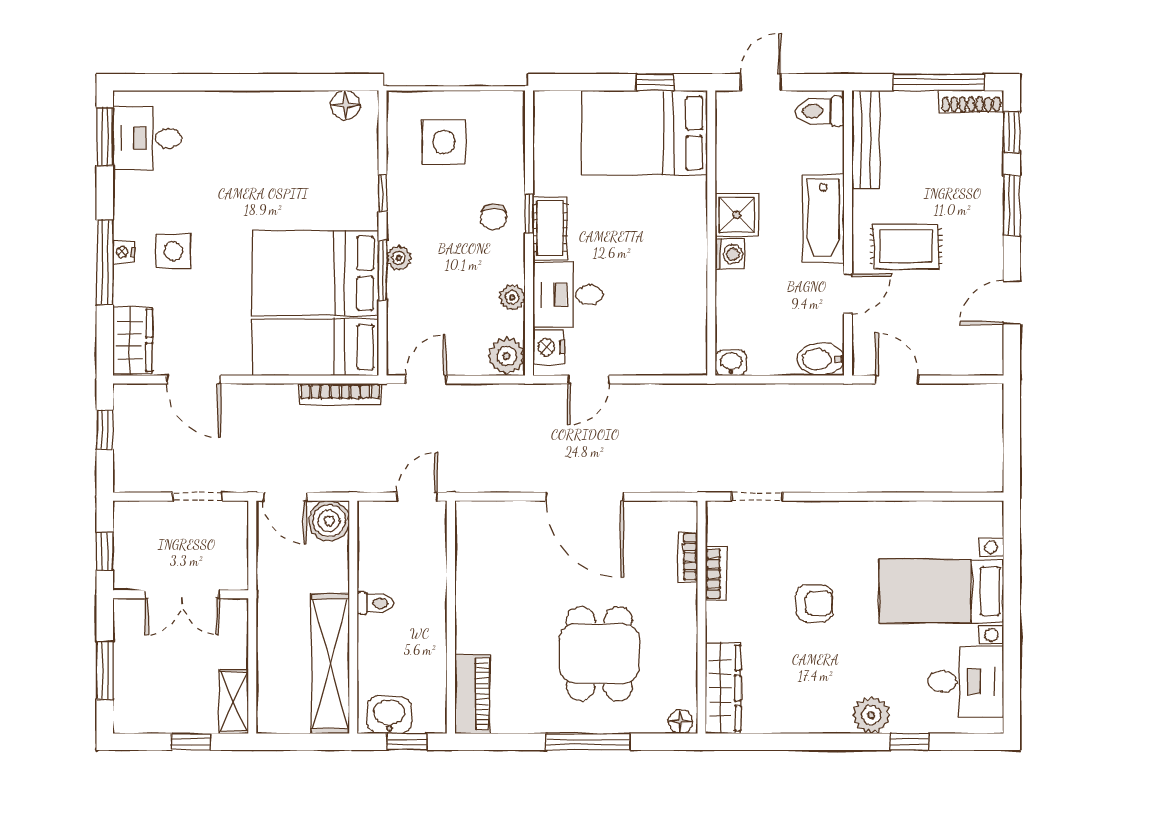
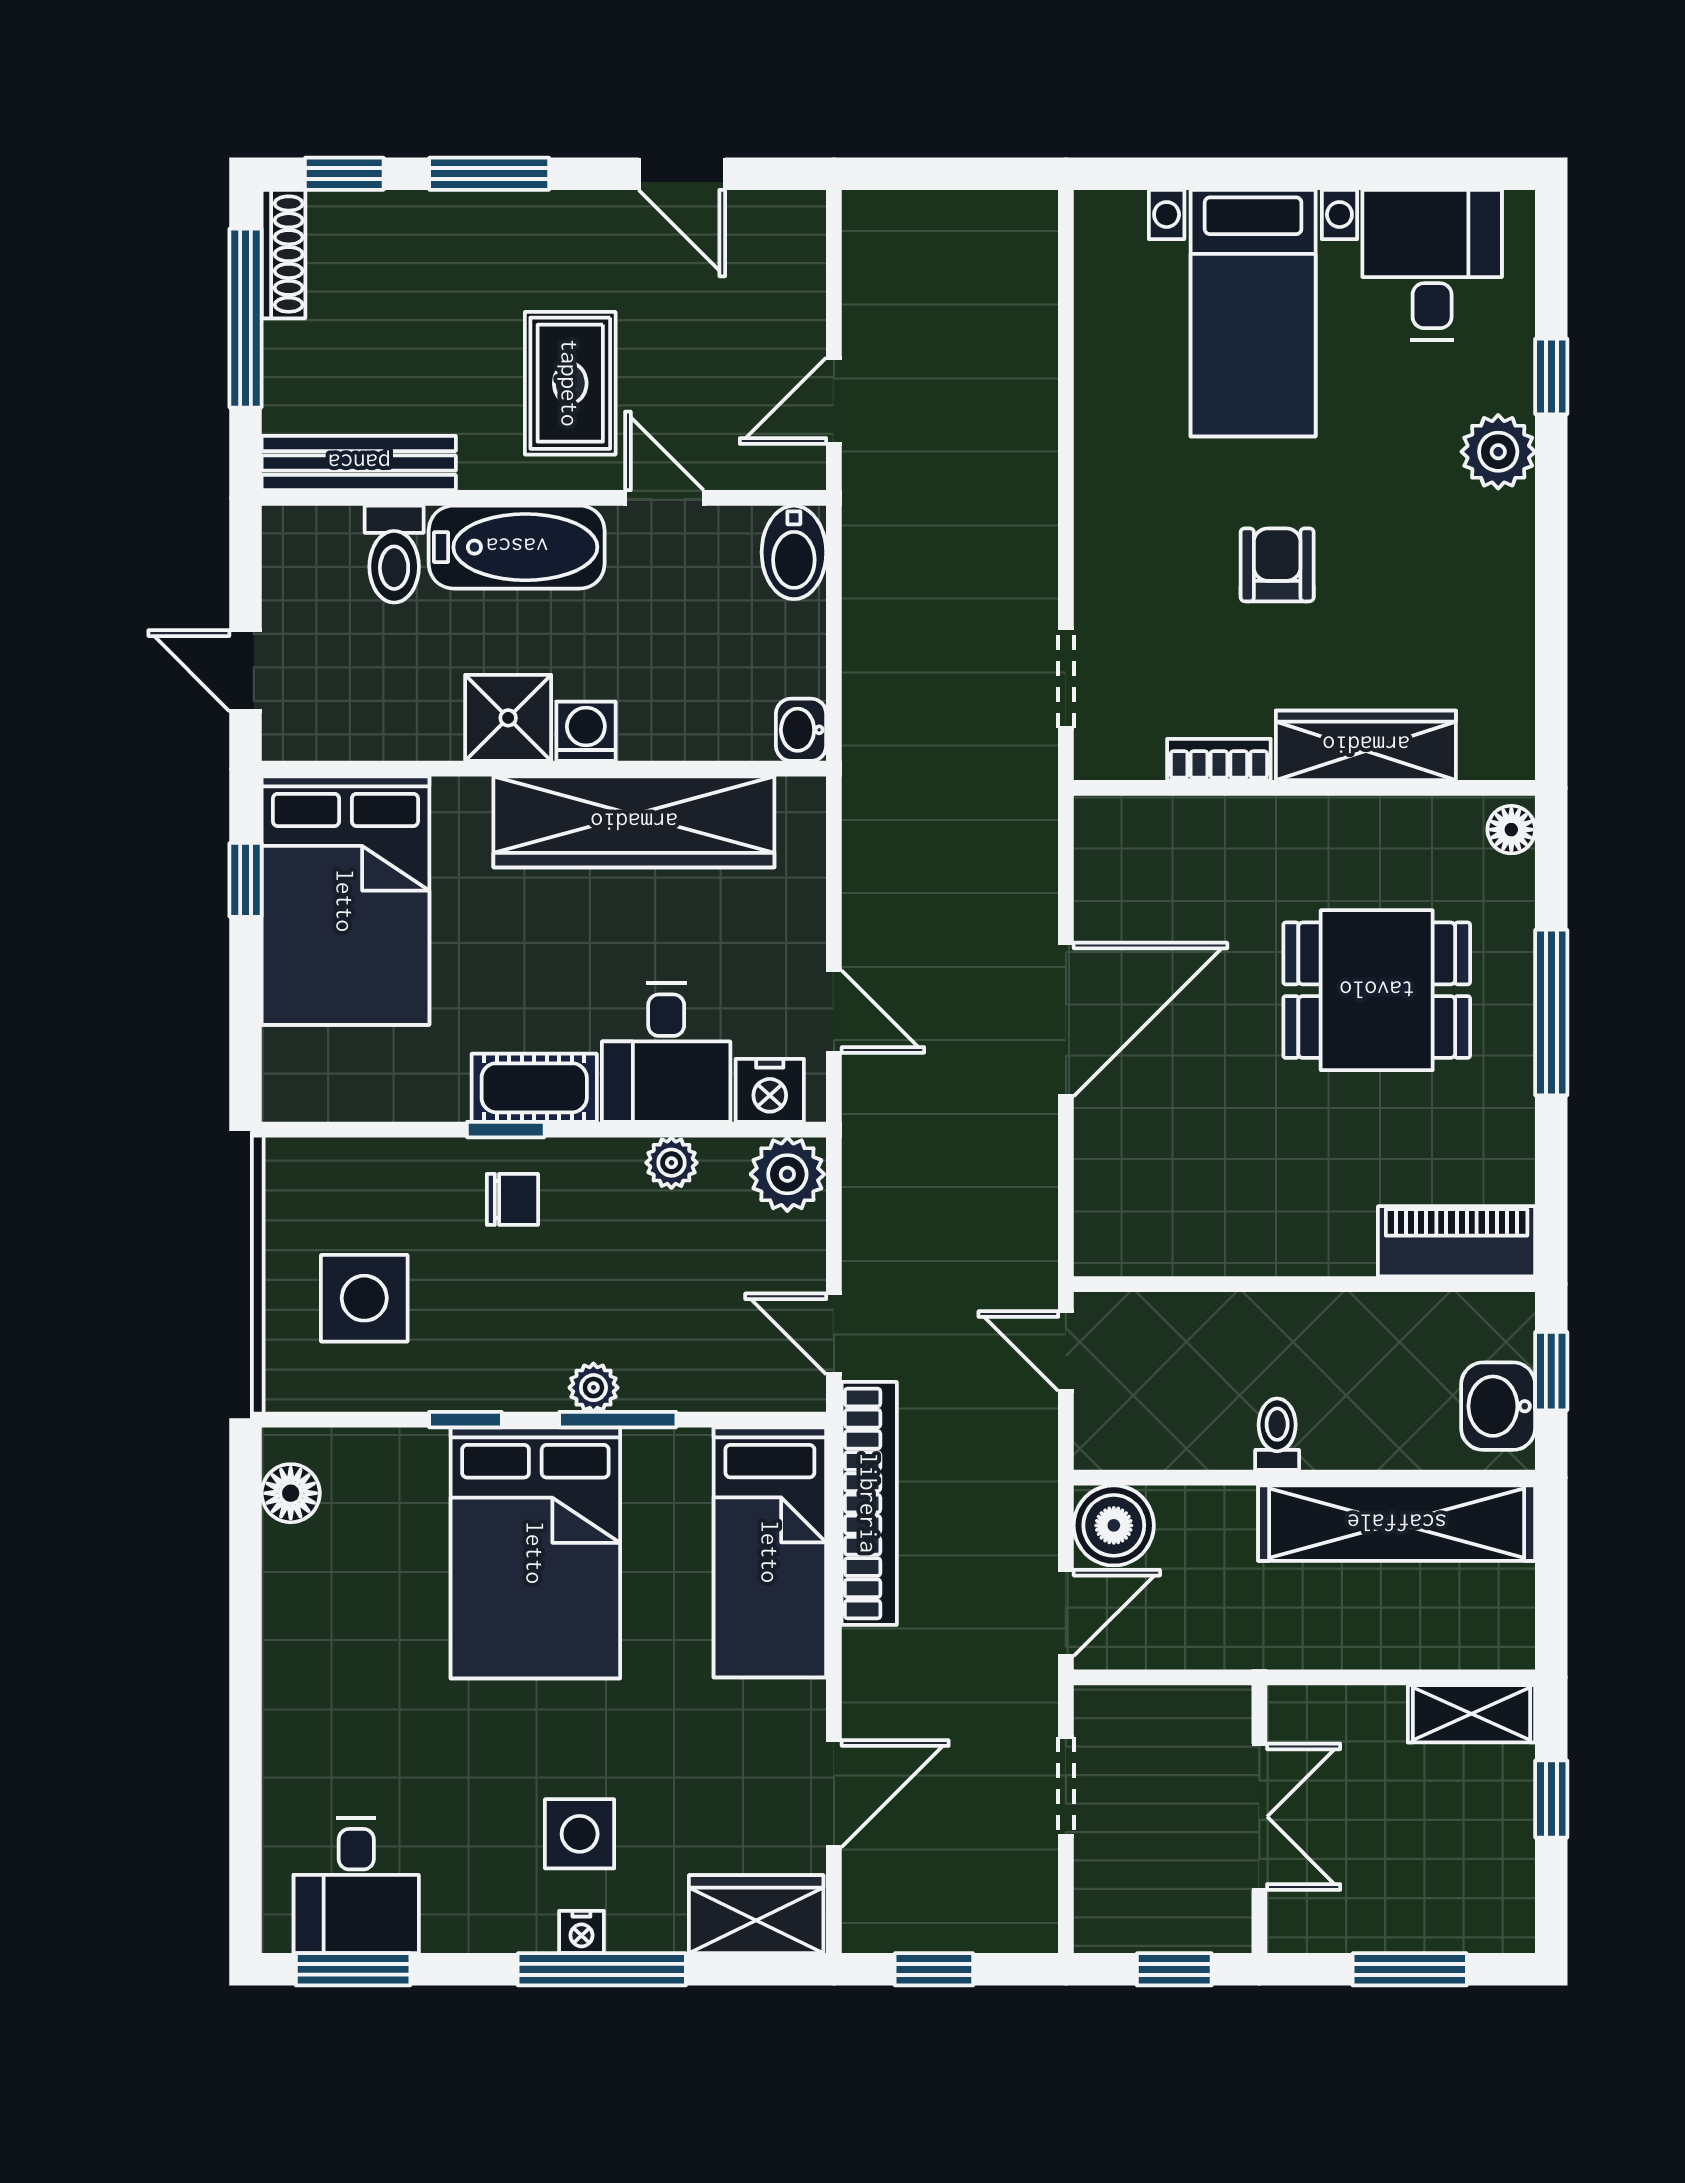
toilet: (820, 111) -> (394, 554), moved
bed: (315, 273) -> (535, 1553), moved
wardrobe: (684, 278) -> (634, 822), added
bookcase: (340, 394) -> (869, 1503), width x1.48, depth x1.31
bookcase: (688, 557) -> (1185, 815), removed
wardrobe: (723, 688) -> (1366, 745), moved

